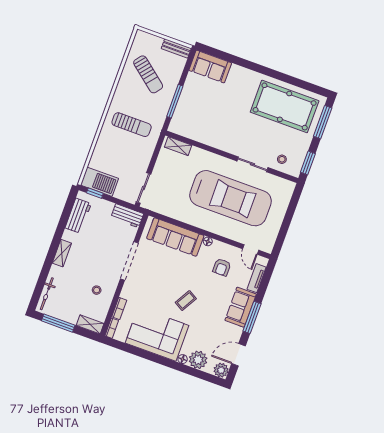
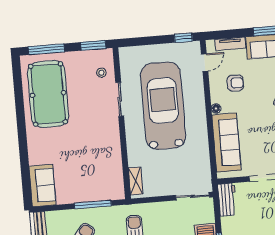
window: (280, 241) -> (183, 38), added

